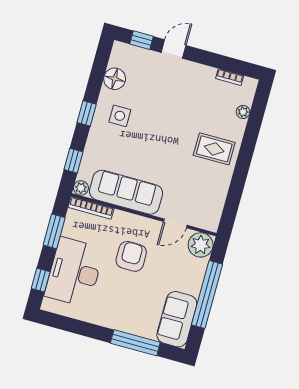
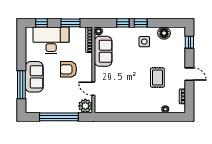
door: (174, 49) -> (189, 74), moved
rug: (214, 149) -> (157, 78), moved
window: (74, 161) -> (123, 23), moved
sofa: (126, 192) -> (103, 51), width x0.73
armchair: (131, 256) -> (68, 69), turned 180
sofa: (177, 319) -> (34, 77), moved, turned 90

